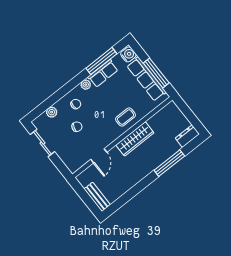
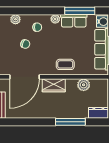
plant: (155, 122) -> (84, 85), added
wardrobe: (135, 139) -> (54, 85), width x0.67
door: (99, 156) -> (24, 77), width x1.87

